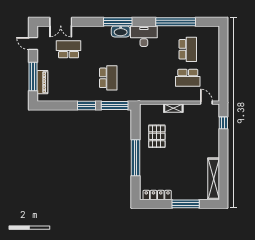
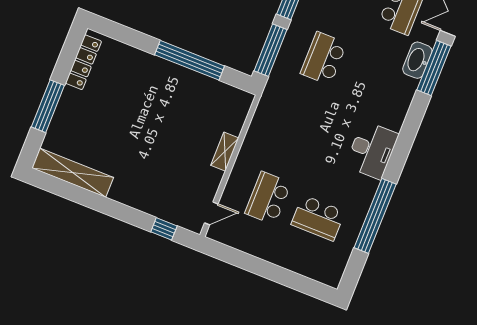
window: (118, 22) -> (434, 68), moved
washbasin: (121, 31) -> (417, 60), moved
school desk: (108, 78) -> (324, 58), turned 90
pallet: (157, 136) -> (187, 103), removed
window: (135, 158) -> (190, 60), moved

